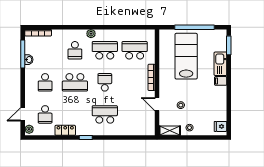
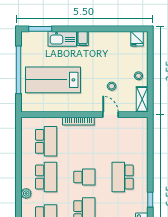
school desk: (105, 50) -> (46, 177), turned 180
school desk: (135, 50) -> (46, 141), turned 180
school desk: (105, 82) -> (84, 177), turned 180
door: (157, 104) -> (111, 115), swing flipped

